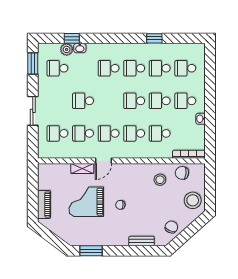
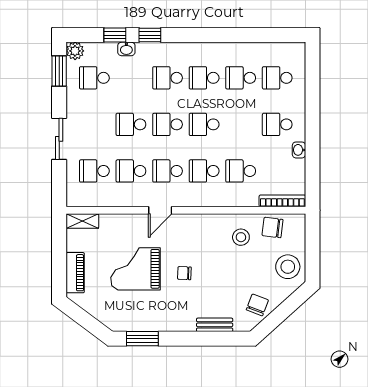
window: (154, 38) -> (150, 35), moved
plant: (67, 49) -> (75, 51), moved
school desk: (160, 101) -> (168, 124), moved
shelving: (82, 168) -> (82, 221), moved

